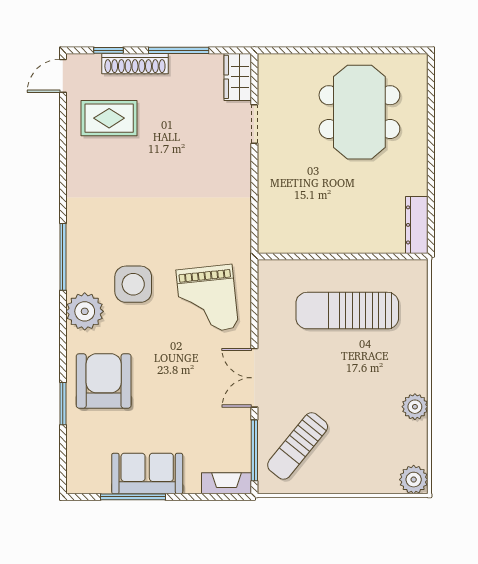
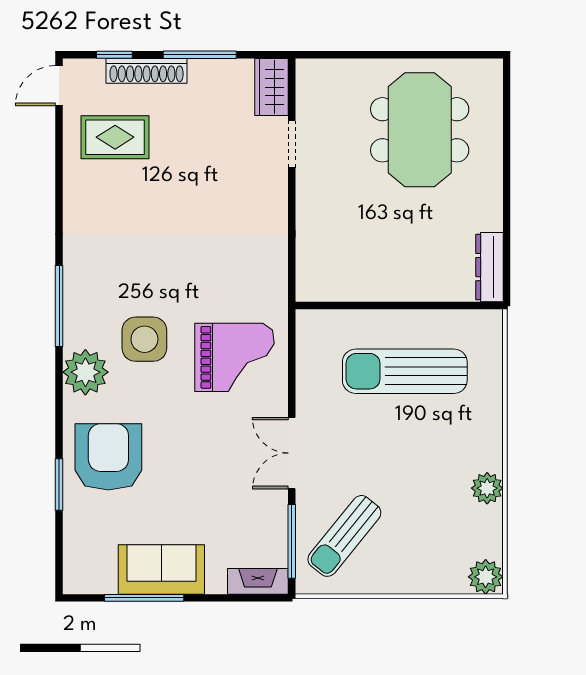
grand piano: (207, 299) -> (234, 357), turned -84

